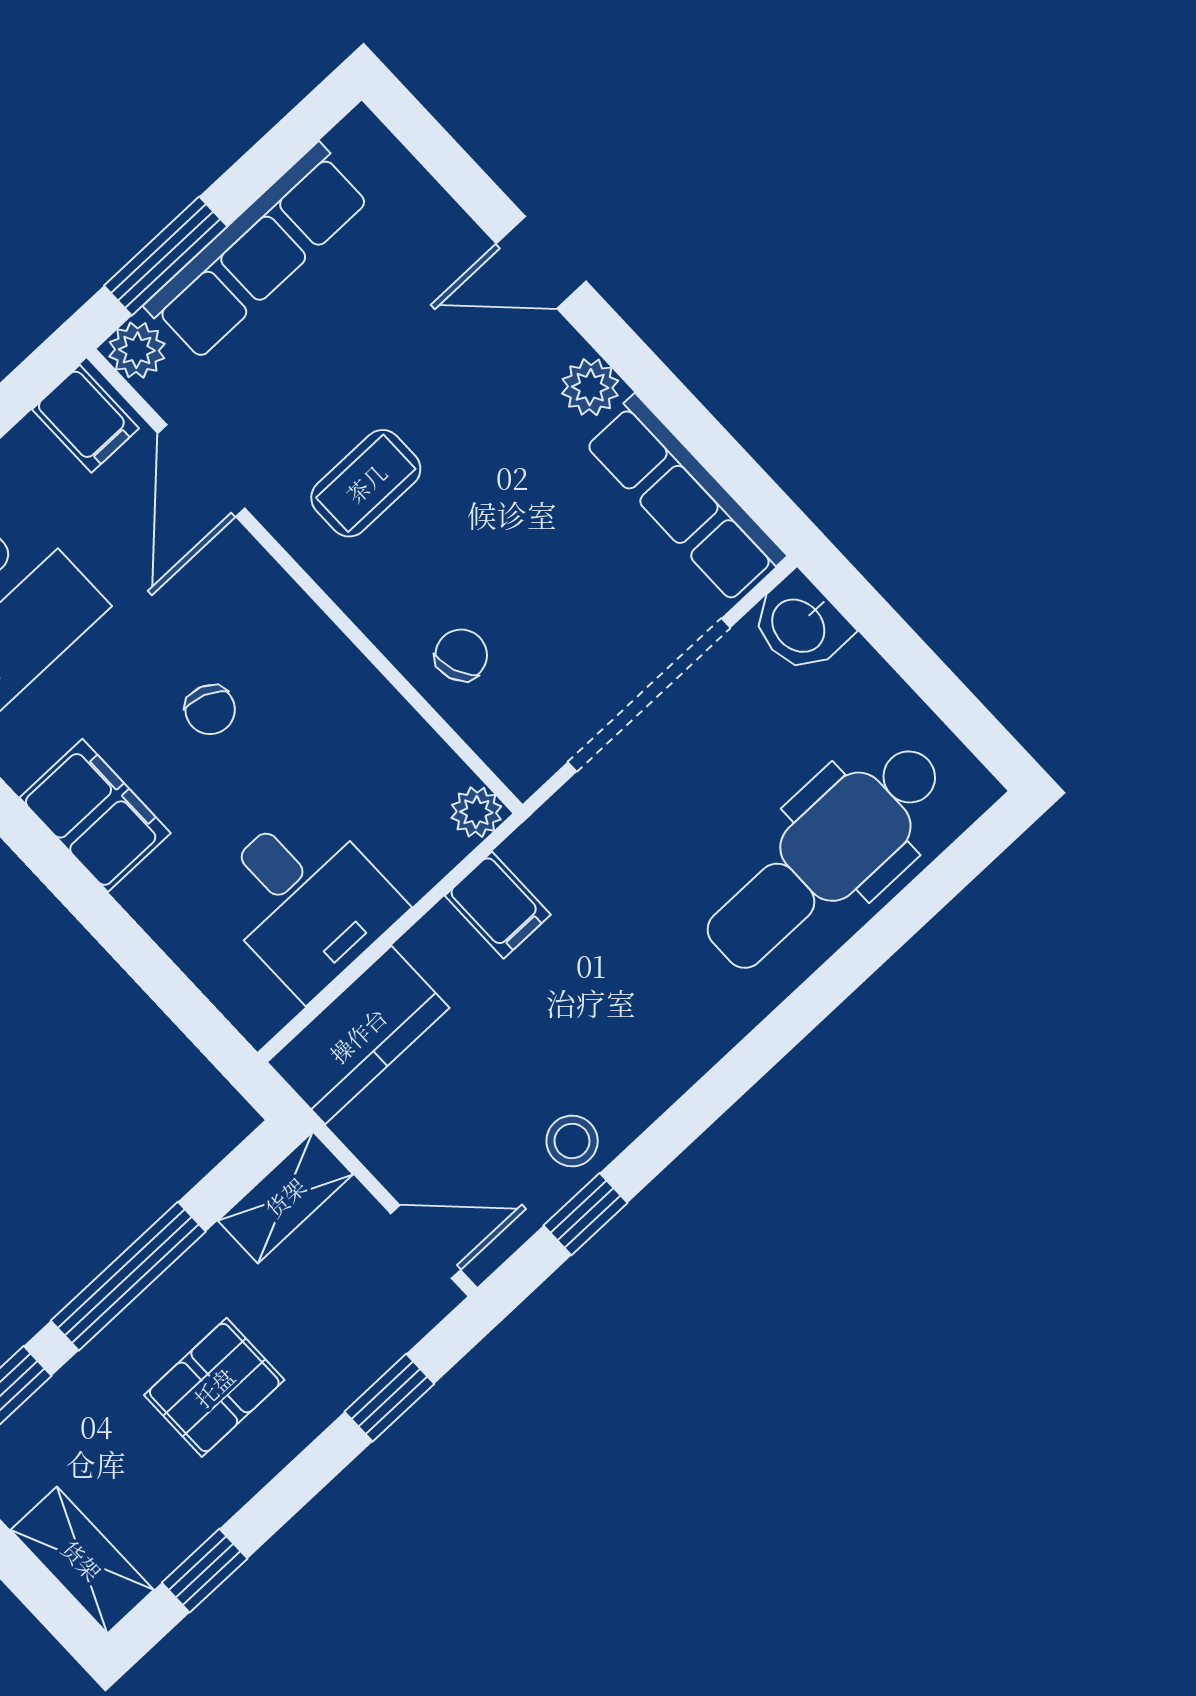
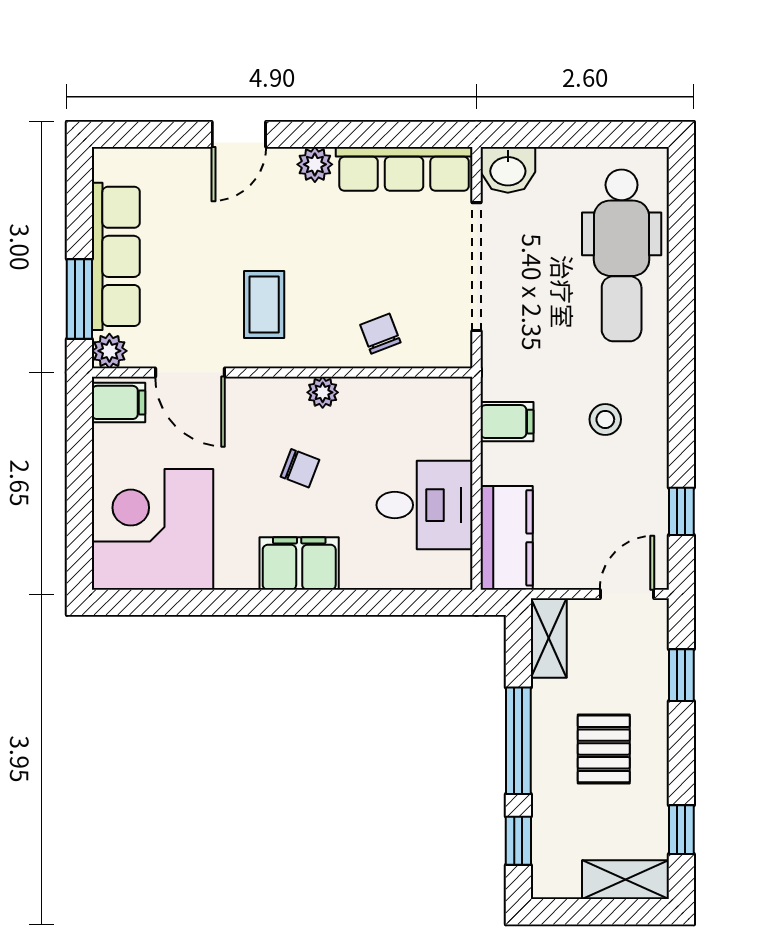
plant: (476, 812) -> (323, 392), moved
stool: (572, 1141) -> (605, 419), moved

